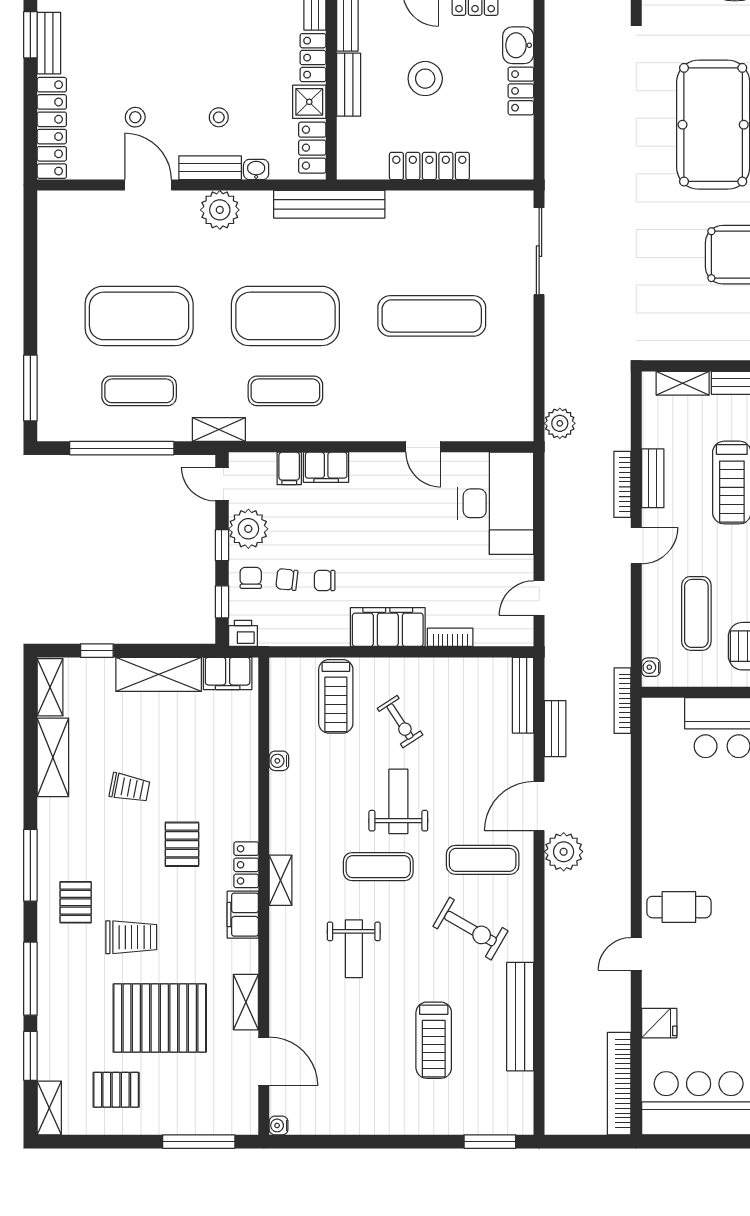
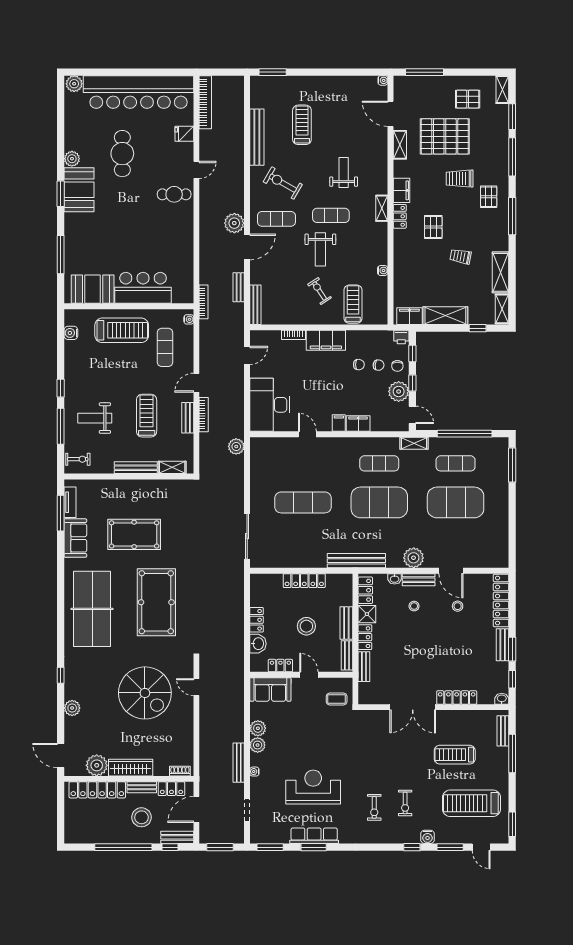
filing cabinet: (289, 468) -> (339, 423), moved

